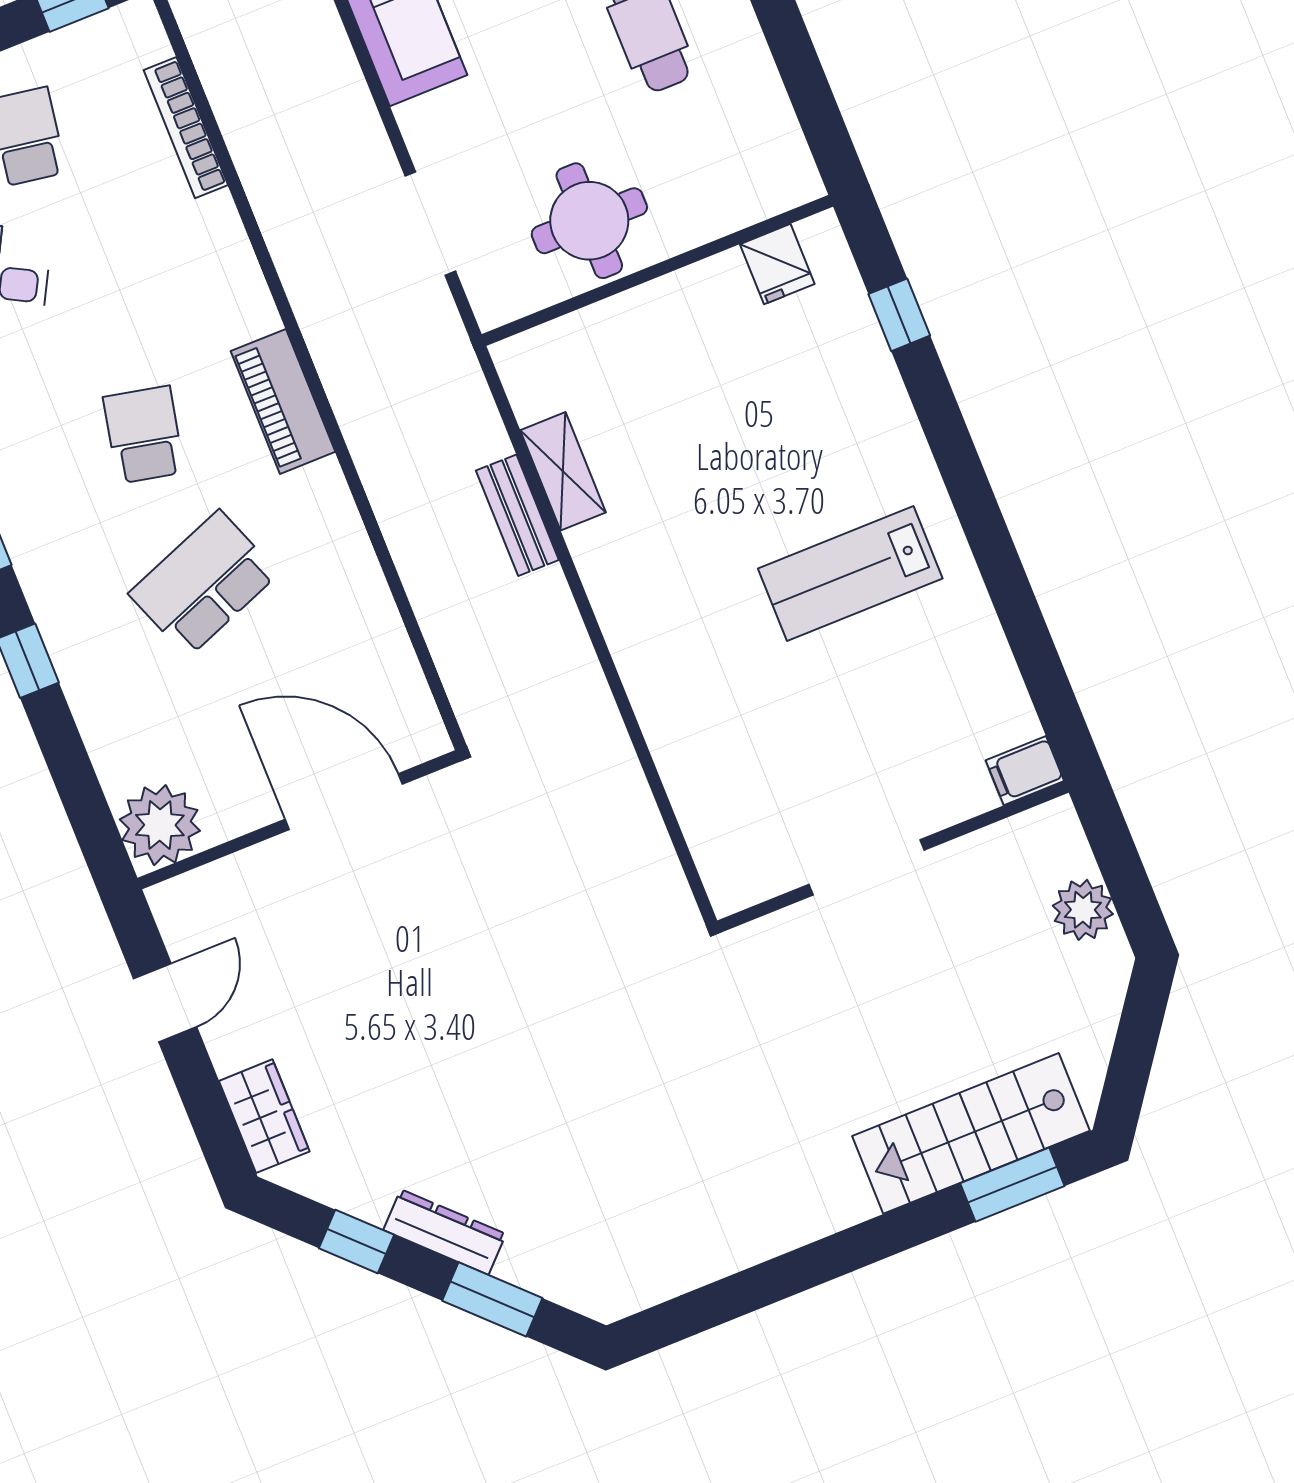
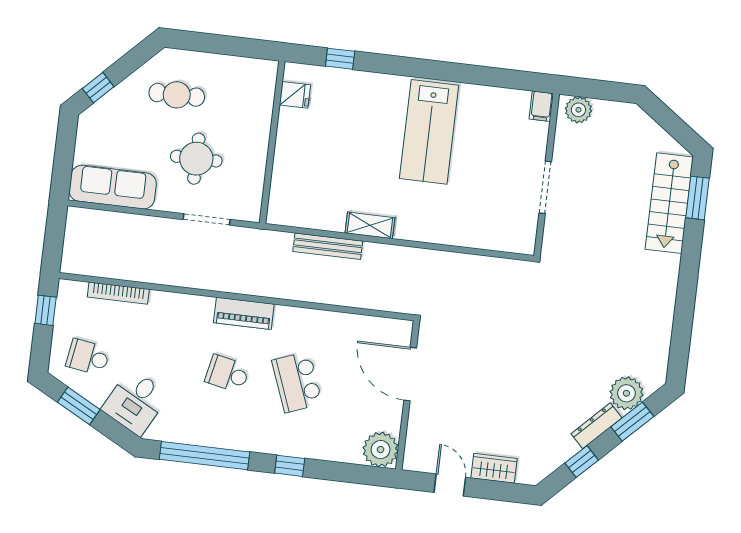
round table: (589, 221) -> (196, 159), moved
shelving: (563, 471) -> (370, 225), moved
bench: (517, 515) -> (328, 246), width x1.36
lab bench: (850, 574) -> (429, 132), width x1.36, depth x1.39
door: (344, 802) -> (410, 374), hinge flipped
plant: (1083, 910) -> (578, 110), moved
wardrobe: (264, 1116) -> (494, 468), moved
plant: (543, 1256) -> (626, 393), added

